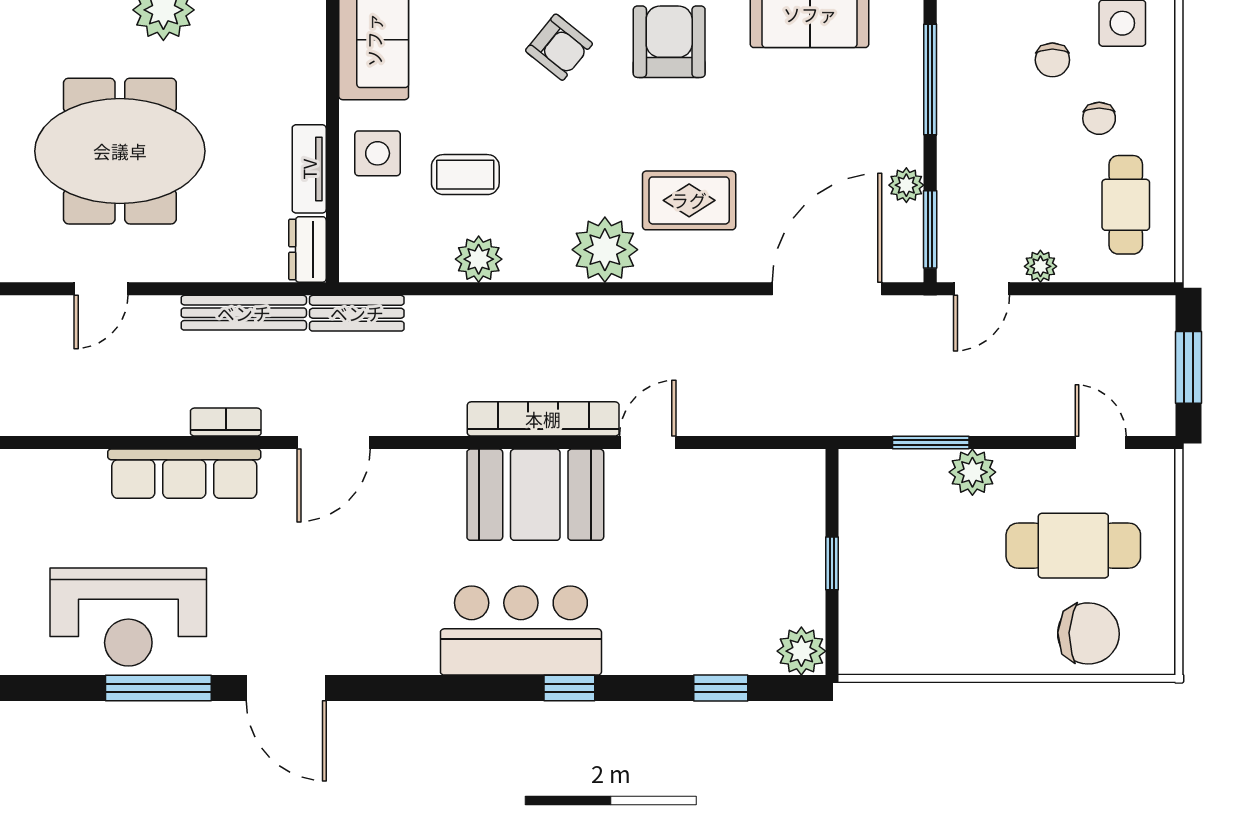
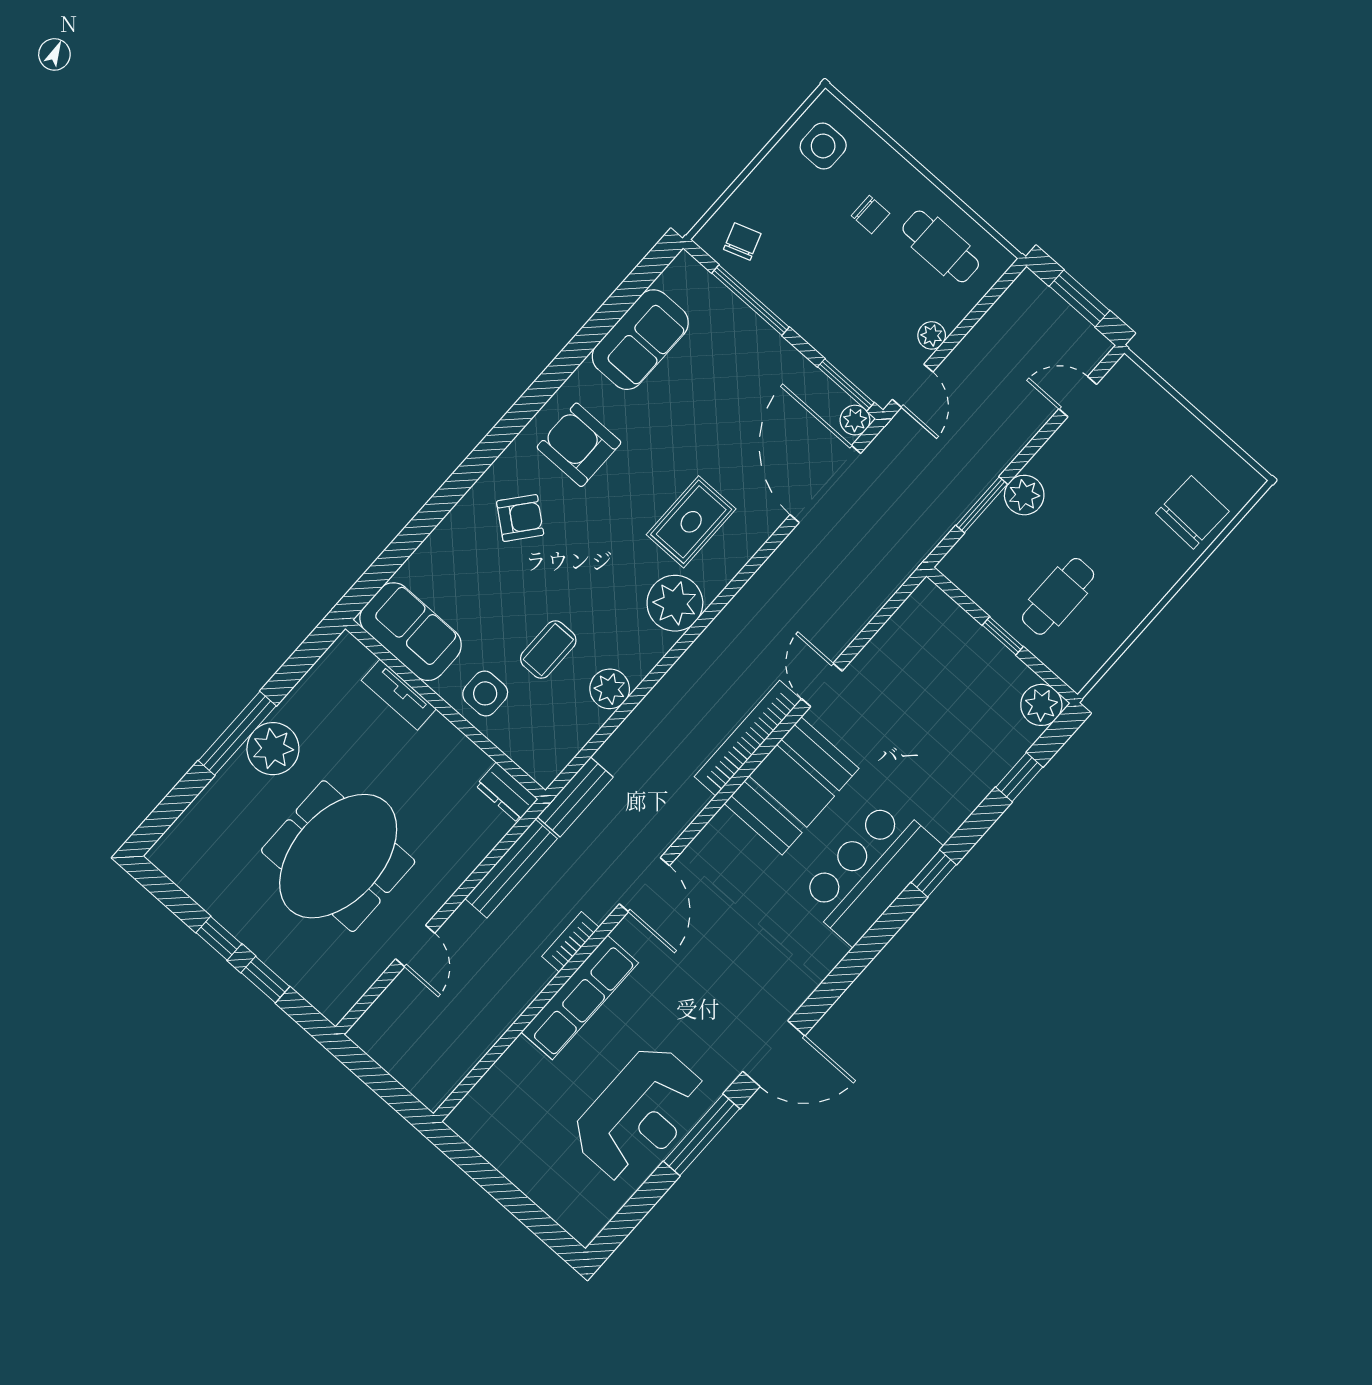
chair: (1052, 60) -> (742, 241), moved, turned -109
tv unit: (309, 169) -> (399, 695), moved
plant: (906, 185) -> (855, 420), moved
cafe table: (1073, 546) -> (1058, 596), moved, width x0.73, depth x0.74

